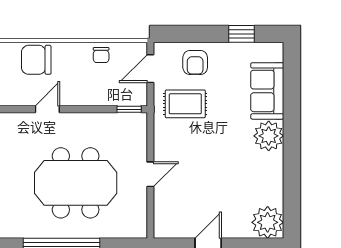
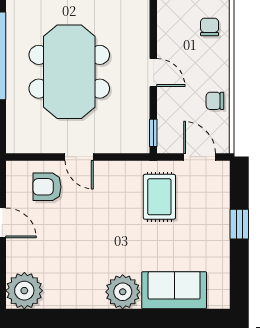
window: (242, 34) -> (239, 224), moved
chair: (36, 60) -> (210, 27), width x0.54, depth x0.54
armchair: (195, 62) -> (47, 187), moved
door: (47, 109) -> (153, 72), moved

